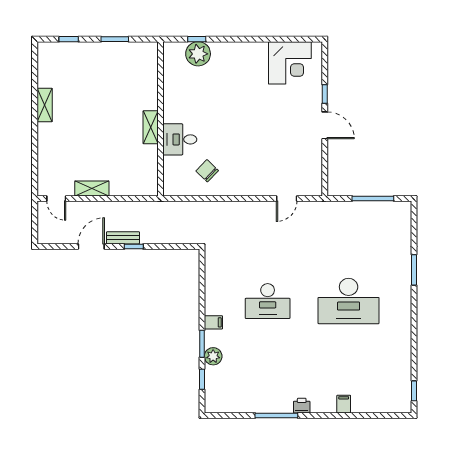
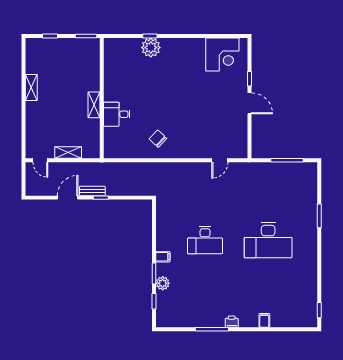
wall: (161, 119) -> (102, 98), moved
shelving: (151, 127) -> (94, 105), moved
desk: (180, 139) -> (117, 114), moved

